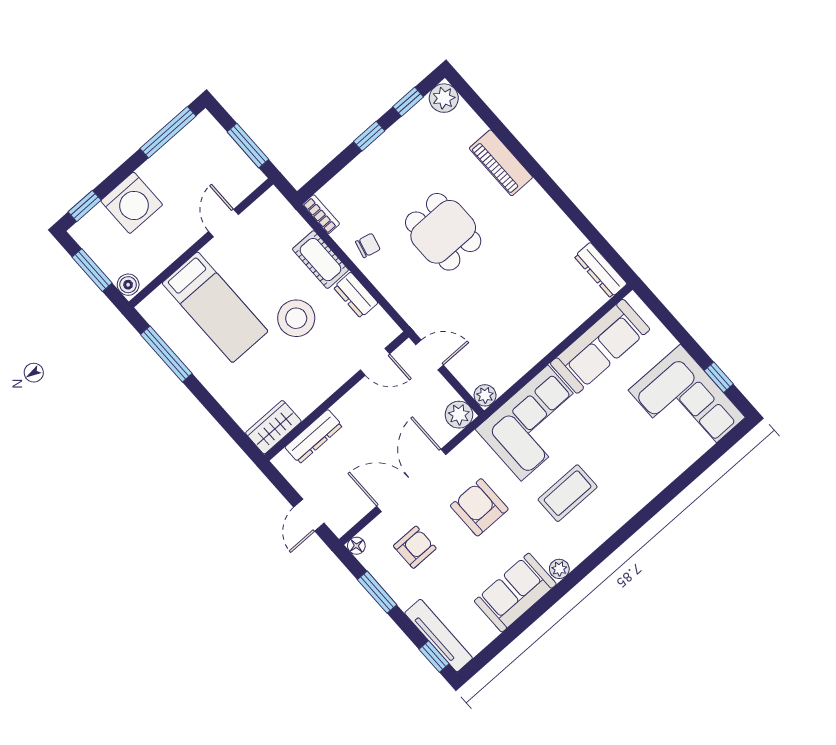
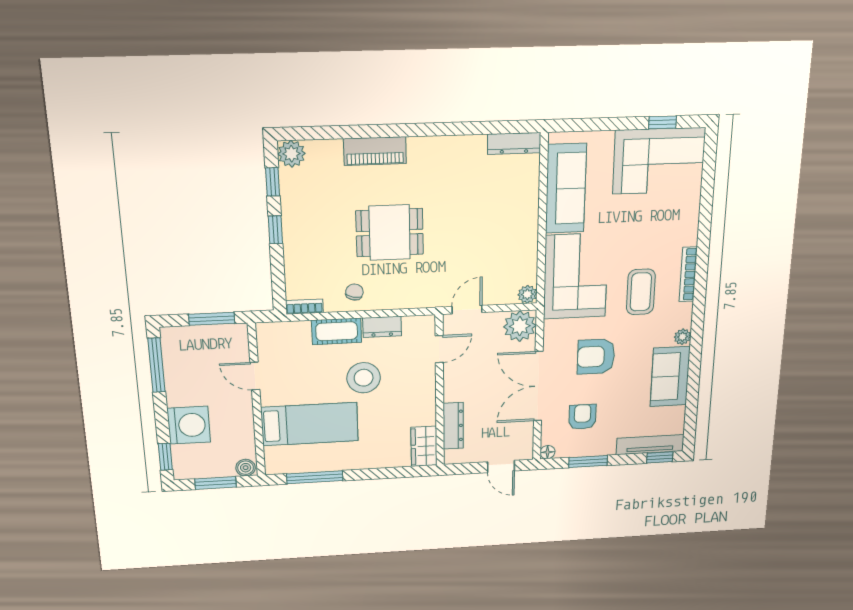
plant: (459, 415) -> (520, 326), width x1.36, depth x1.36
bookcase: (616, 521) -> (688, 274), added

